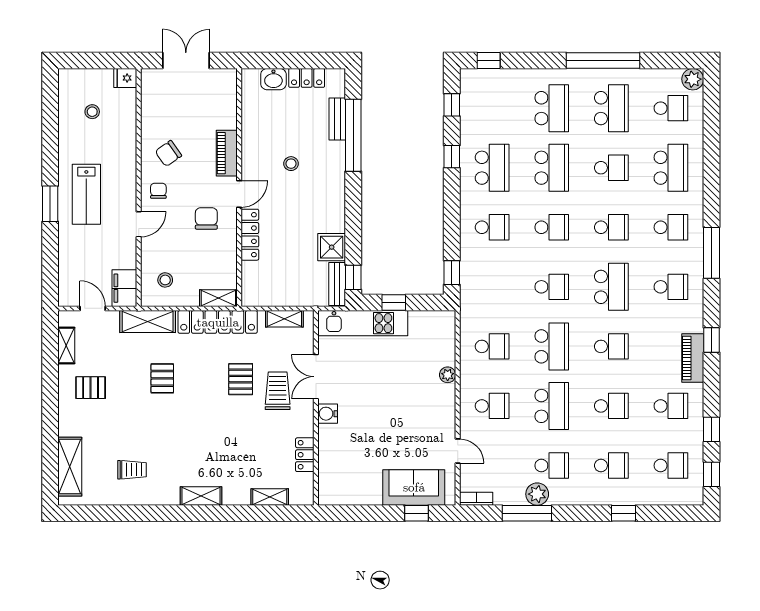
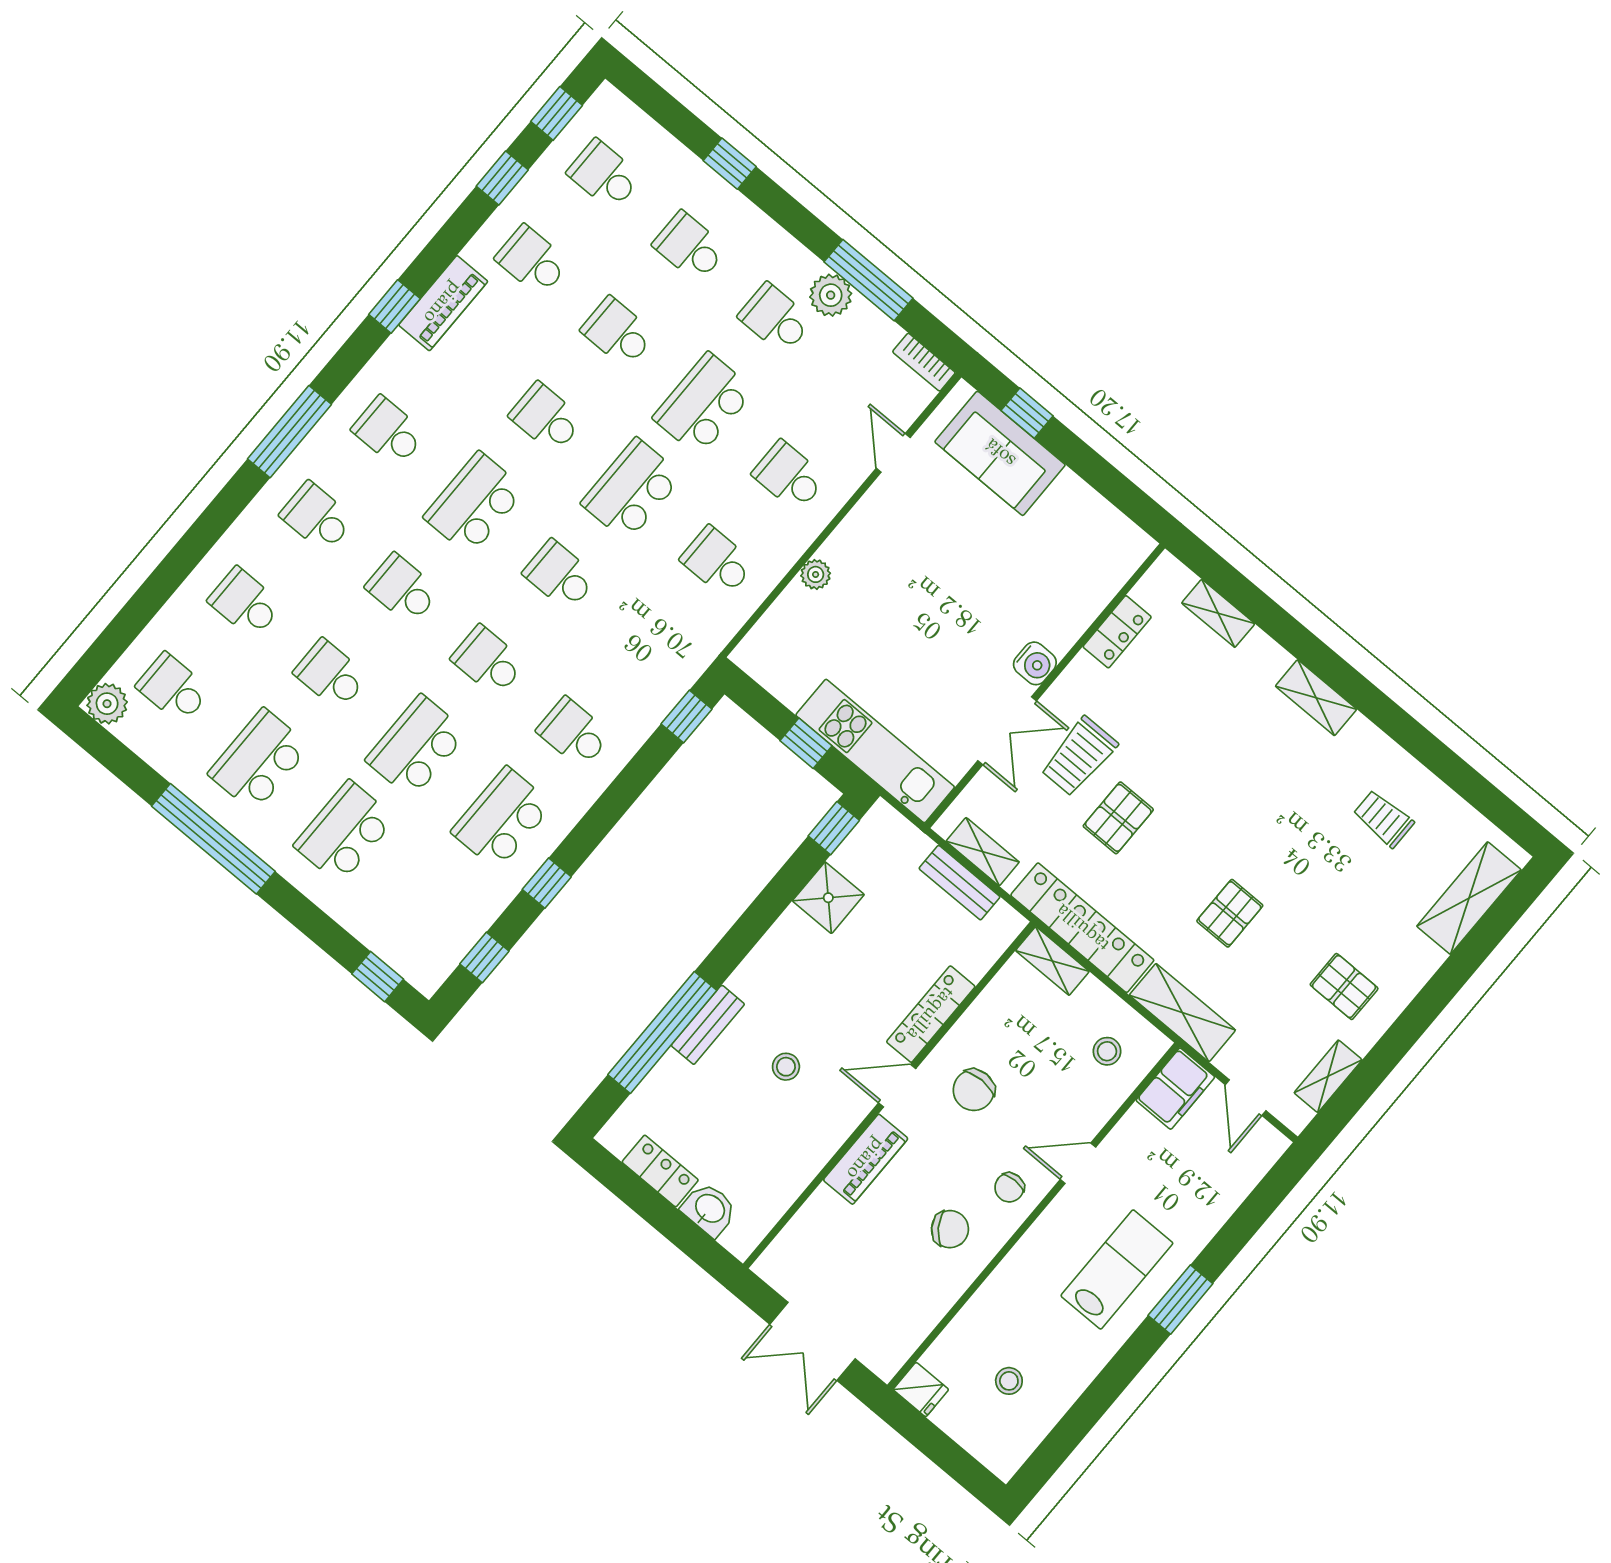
bench: (337, 119) -> (708, 1025), moved
school desk: (671, 168) -> (245, 603), width x0.54
bench: (337, 284) -> (960, 883), moved, turned 90

